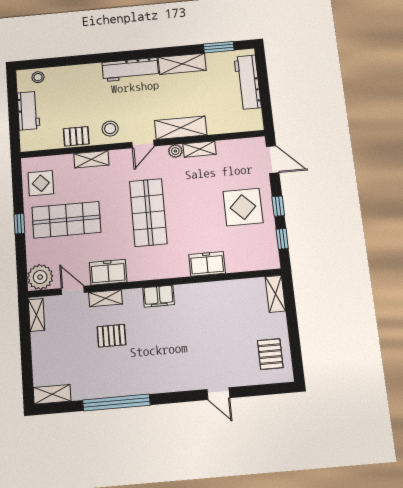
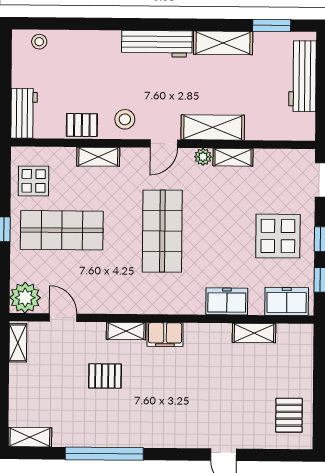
workbench: (28, 111) -> (24, 113), moved
freezer: (108, 272) -> (287, 301), moved
shelving: (275, 294) -> (254, 333), moved, turned 90
shelving: (105, 298) -> (126, 331), moved

